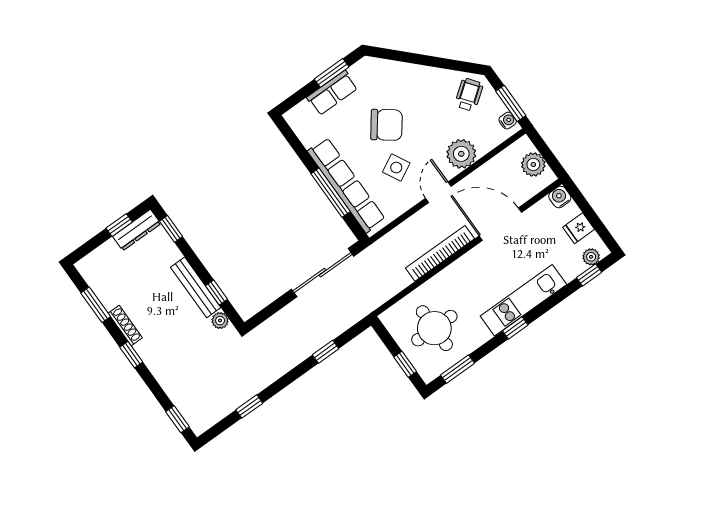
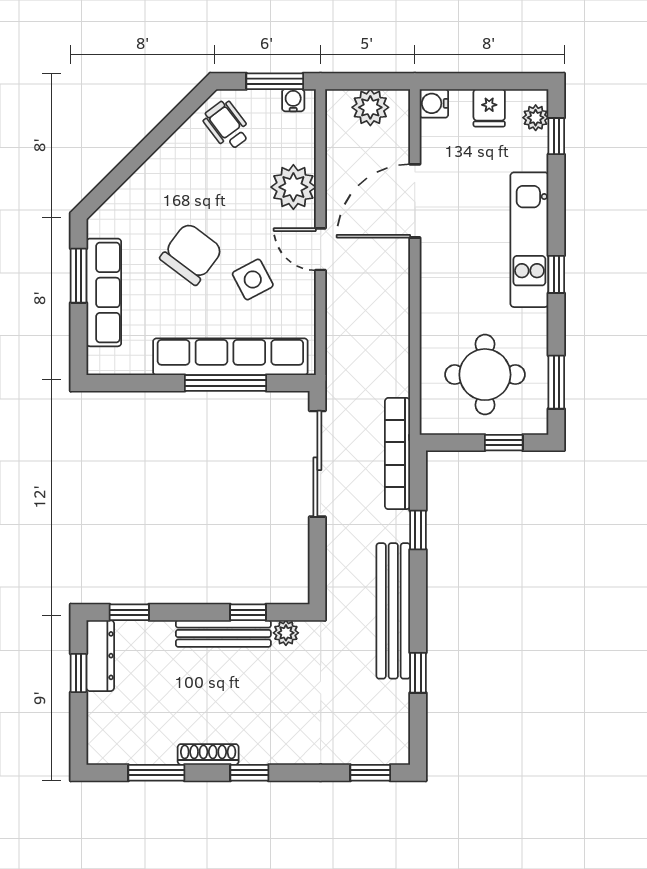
row of seats: (332, 93) -> (104, 292), width x1.48
bookcase: (440, 253) -> (397, 454), moved
bench: (273, 370) -> (393, 611), added

